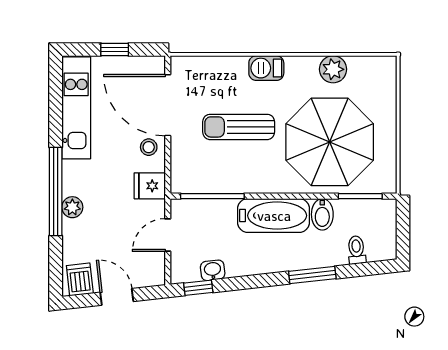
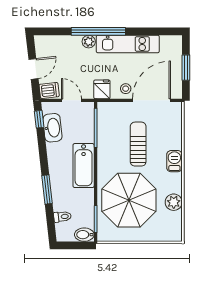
window: (115, 50) -> (186, 68), width x1.50
kitchen unit: (76, 108) -> (128, 44), moved
bidet: (322, 214) -> (84, 235), moved
washbasin: (213, 270) -> (52, 128), width x1.91, depth x1.45
dishwasher: (80, 279) -> (49, 90), moved

